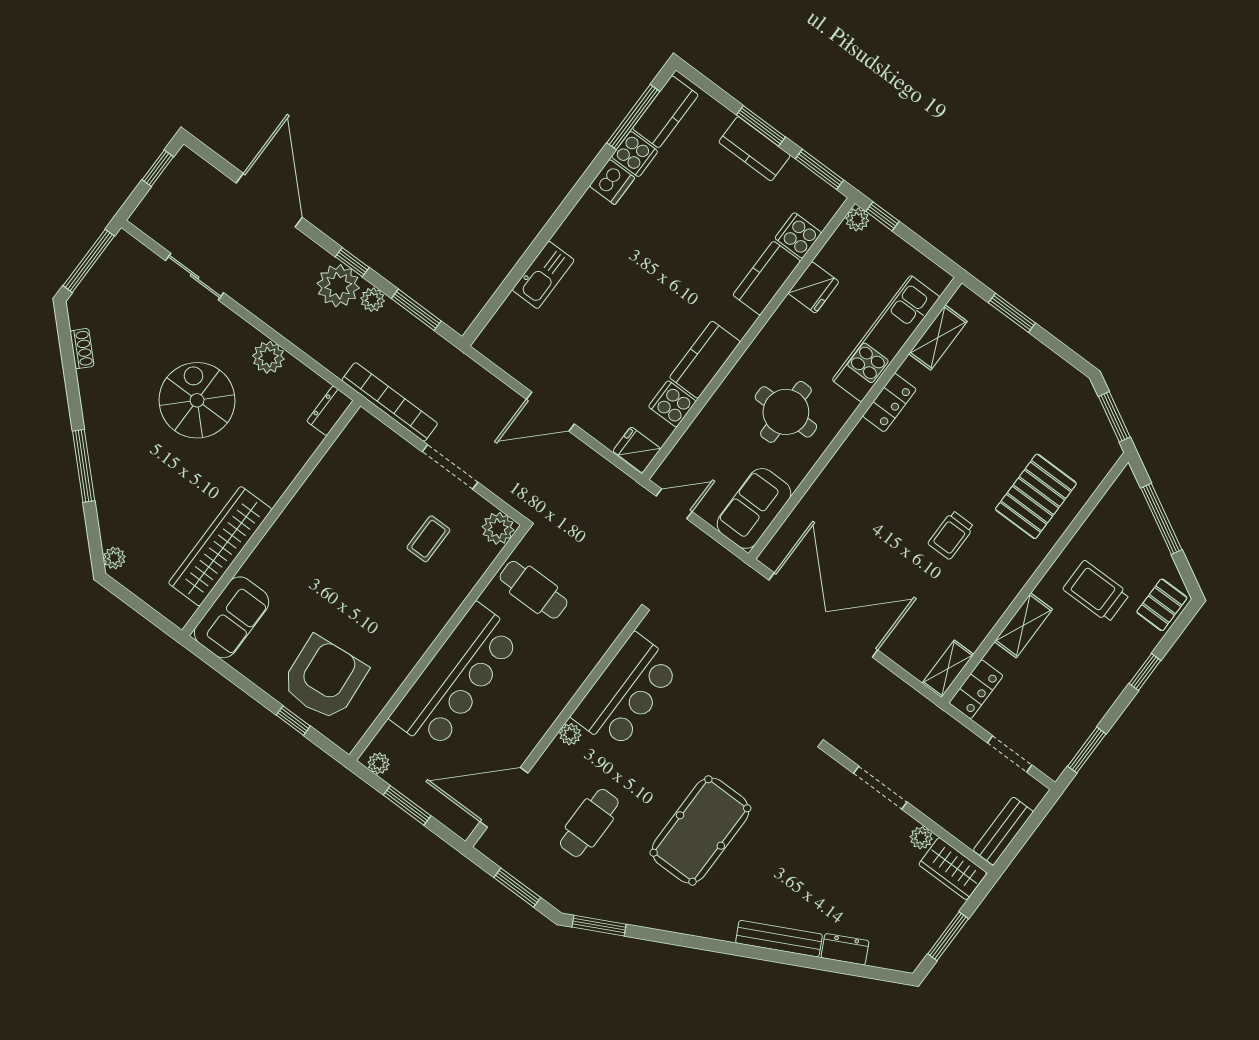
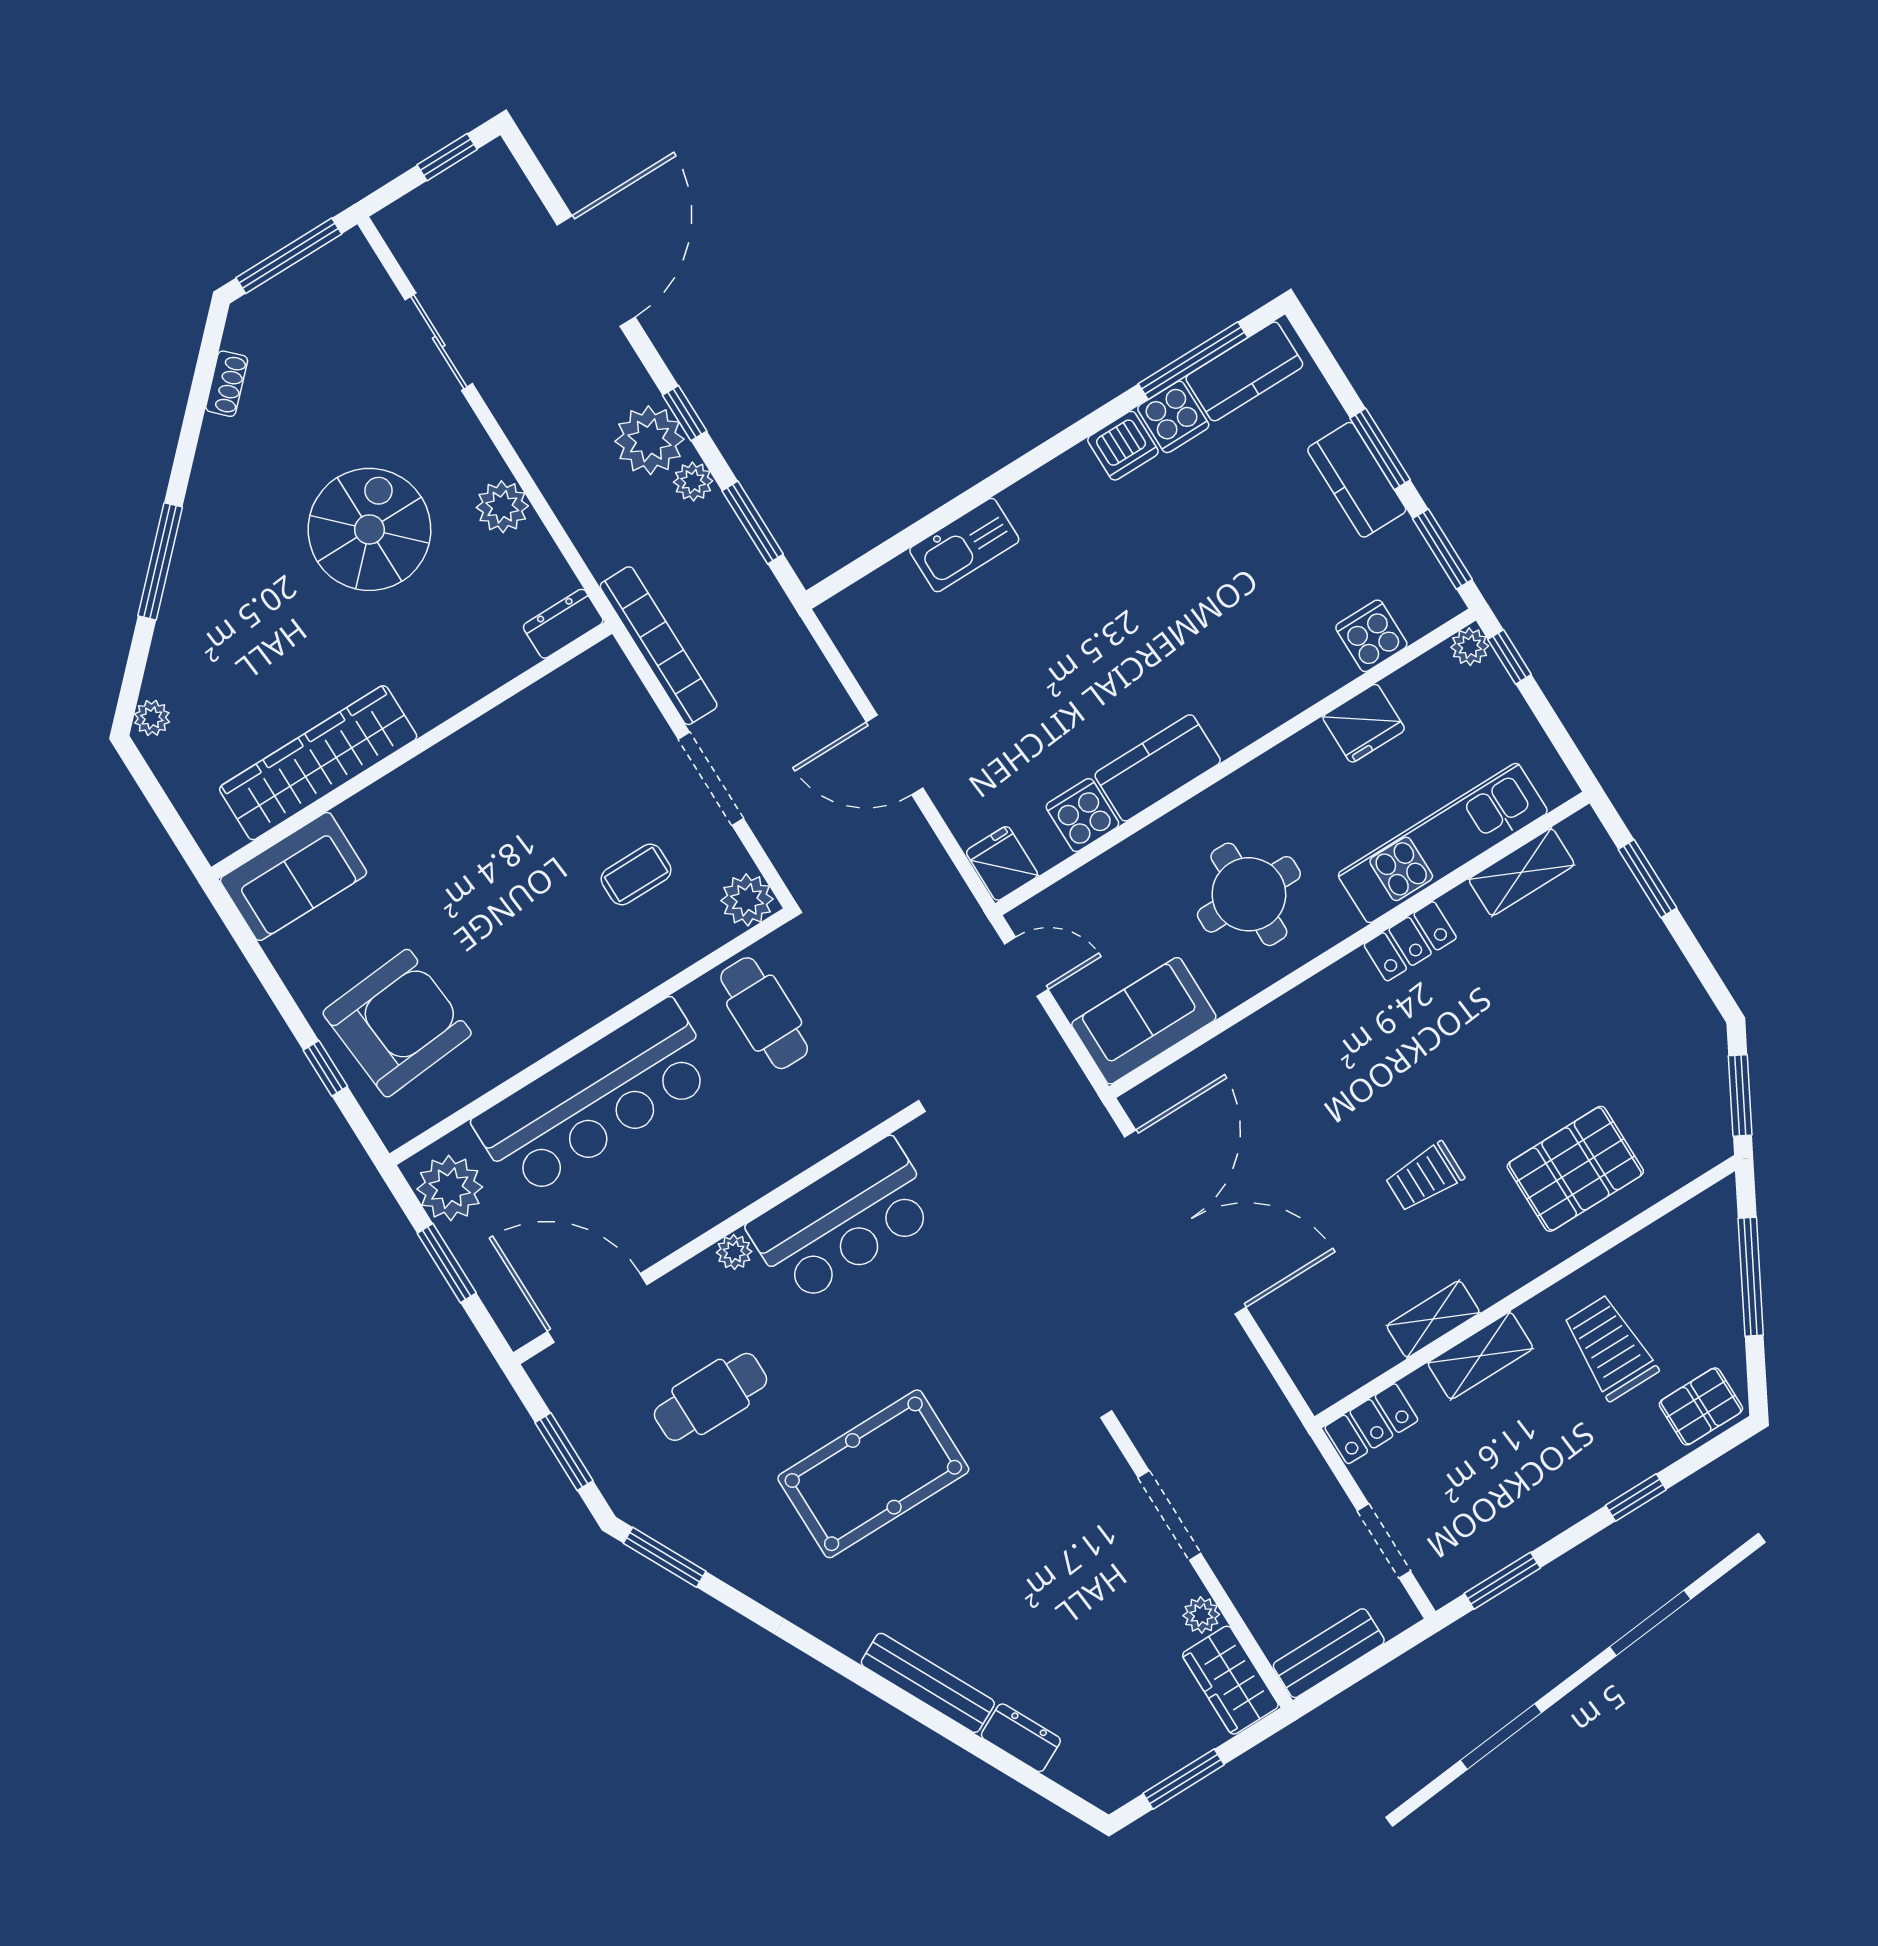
kitchen counter: (767, 278) -> (1299, 682), removed
shelving: (948, 669) -> (1433, 1319), moved
plant: (379, 763) -> (450, 1188), width x1.88, depth x1.88

